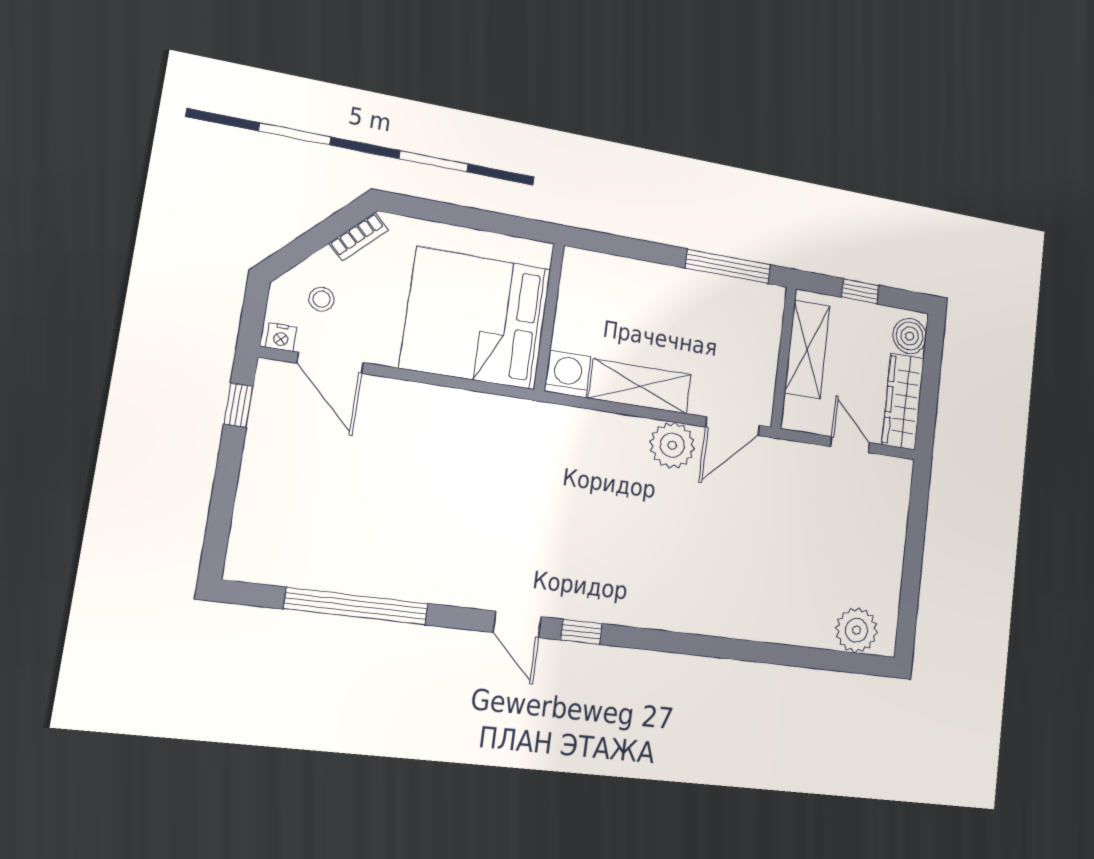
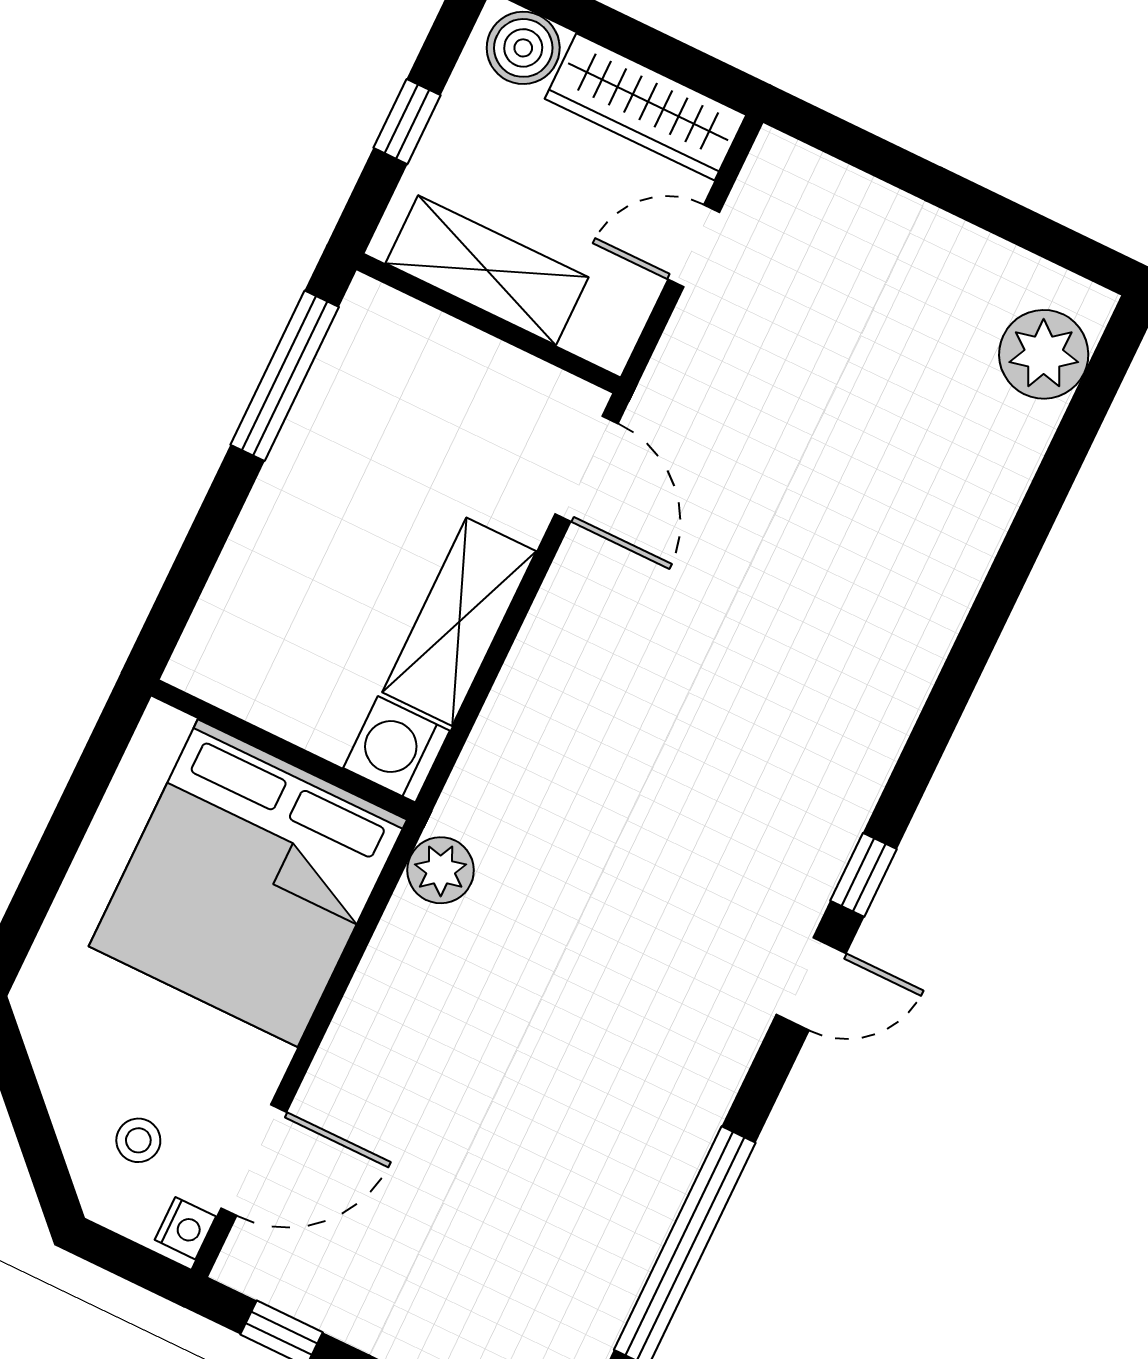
bookcase: (359, 237) -> (46, 1043), removed
plant: (672, 445) -> (441, 870), moved, width x0.73, depth x0.73

